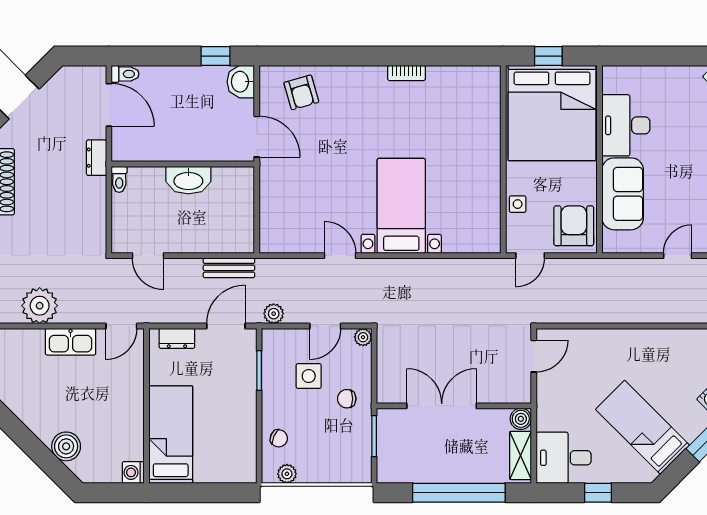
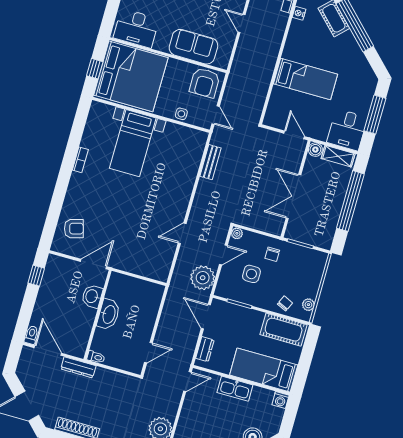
washbasin: (241, 82) -> (92, 296), moved, turned 90
door: (109, 105) -> (48, 350), hinge flipped
desk: (626, 125) -> (136, 28), moved
dresser: (97, 158) -> (78, 367), width x1.44
bed with nightstands: (401, 206) -> (133, 143), moved, turned -90
armchair: (574, 226) -> (205, 83), turned -90
bench: (229, 268) -> (210, 162), moved
plant: (274, 314) -> (203, 278), width x1.88, depth x1.88
door: (121, 326) -> (187, 382), hinge flipped
door: (325, 326) -> (223, 255), hinge flipped
kitchen sink: (70, 342) -> (235, 389), moved, turned 90
door: (534, 356) -> (294, 135), moved
bed: (643, 427) -> (306, 79), moved, turned -135
cot: (239, 447) -> (284, 330), added
window: (598, 493) -> (375, 115), width x2.17

